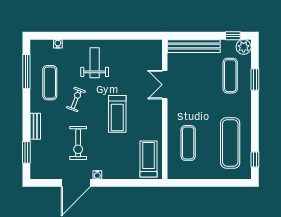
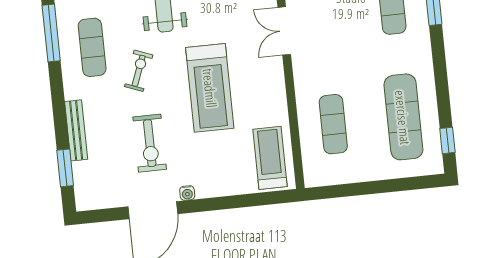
treadmill: (117, 114) -> (210, 88), width x1.37, depth x1.38
bench: (35, 126) -> (76, 130), width x1.36

